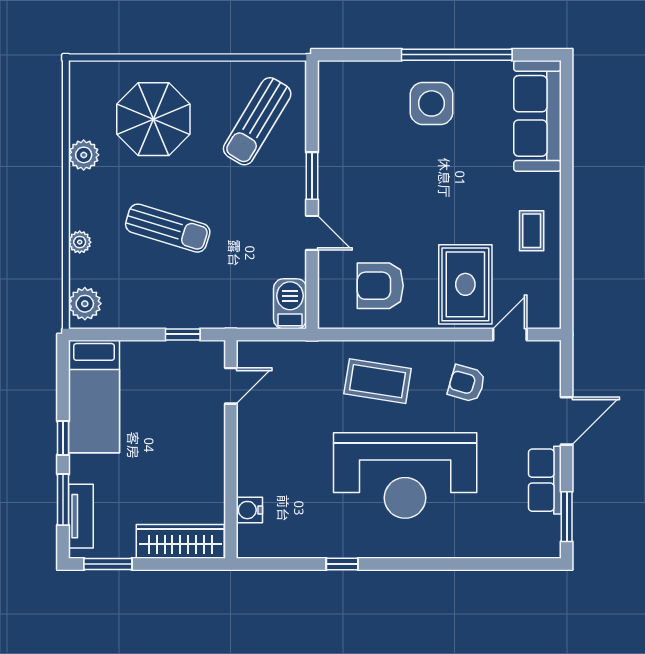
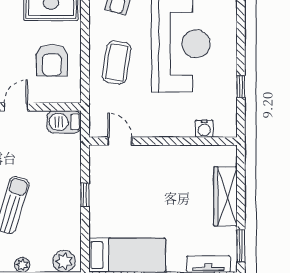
door: (231, 386) -> (120, 141), moved
wall: (231, 449) -> (163, 141), moved
water cooler: (249, 510) -> (204, 129), moved

